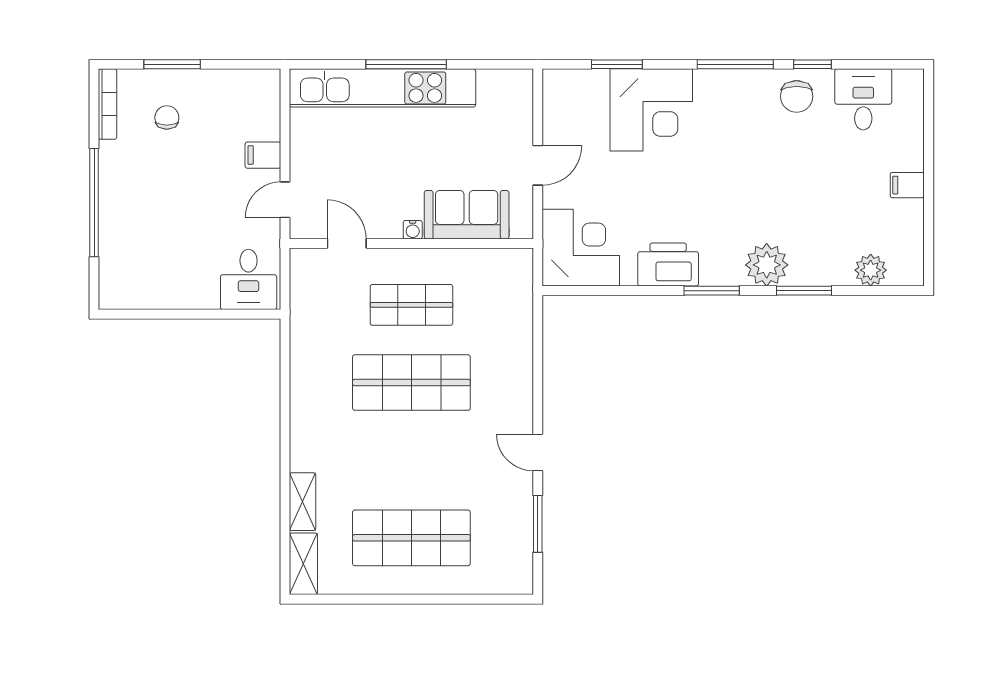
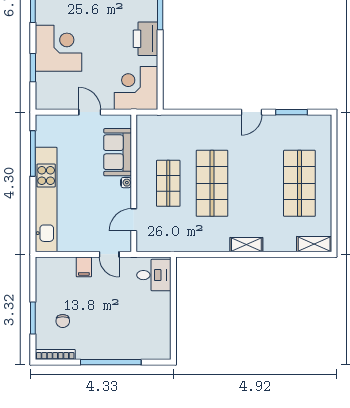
window: (406, 64) -> (33, 154), moved
chair: (167, 117) -> (63, 321), turned -90
shelving: (302, 502) -> (246, 245), moved

